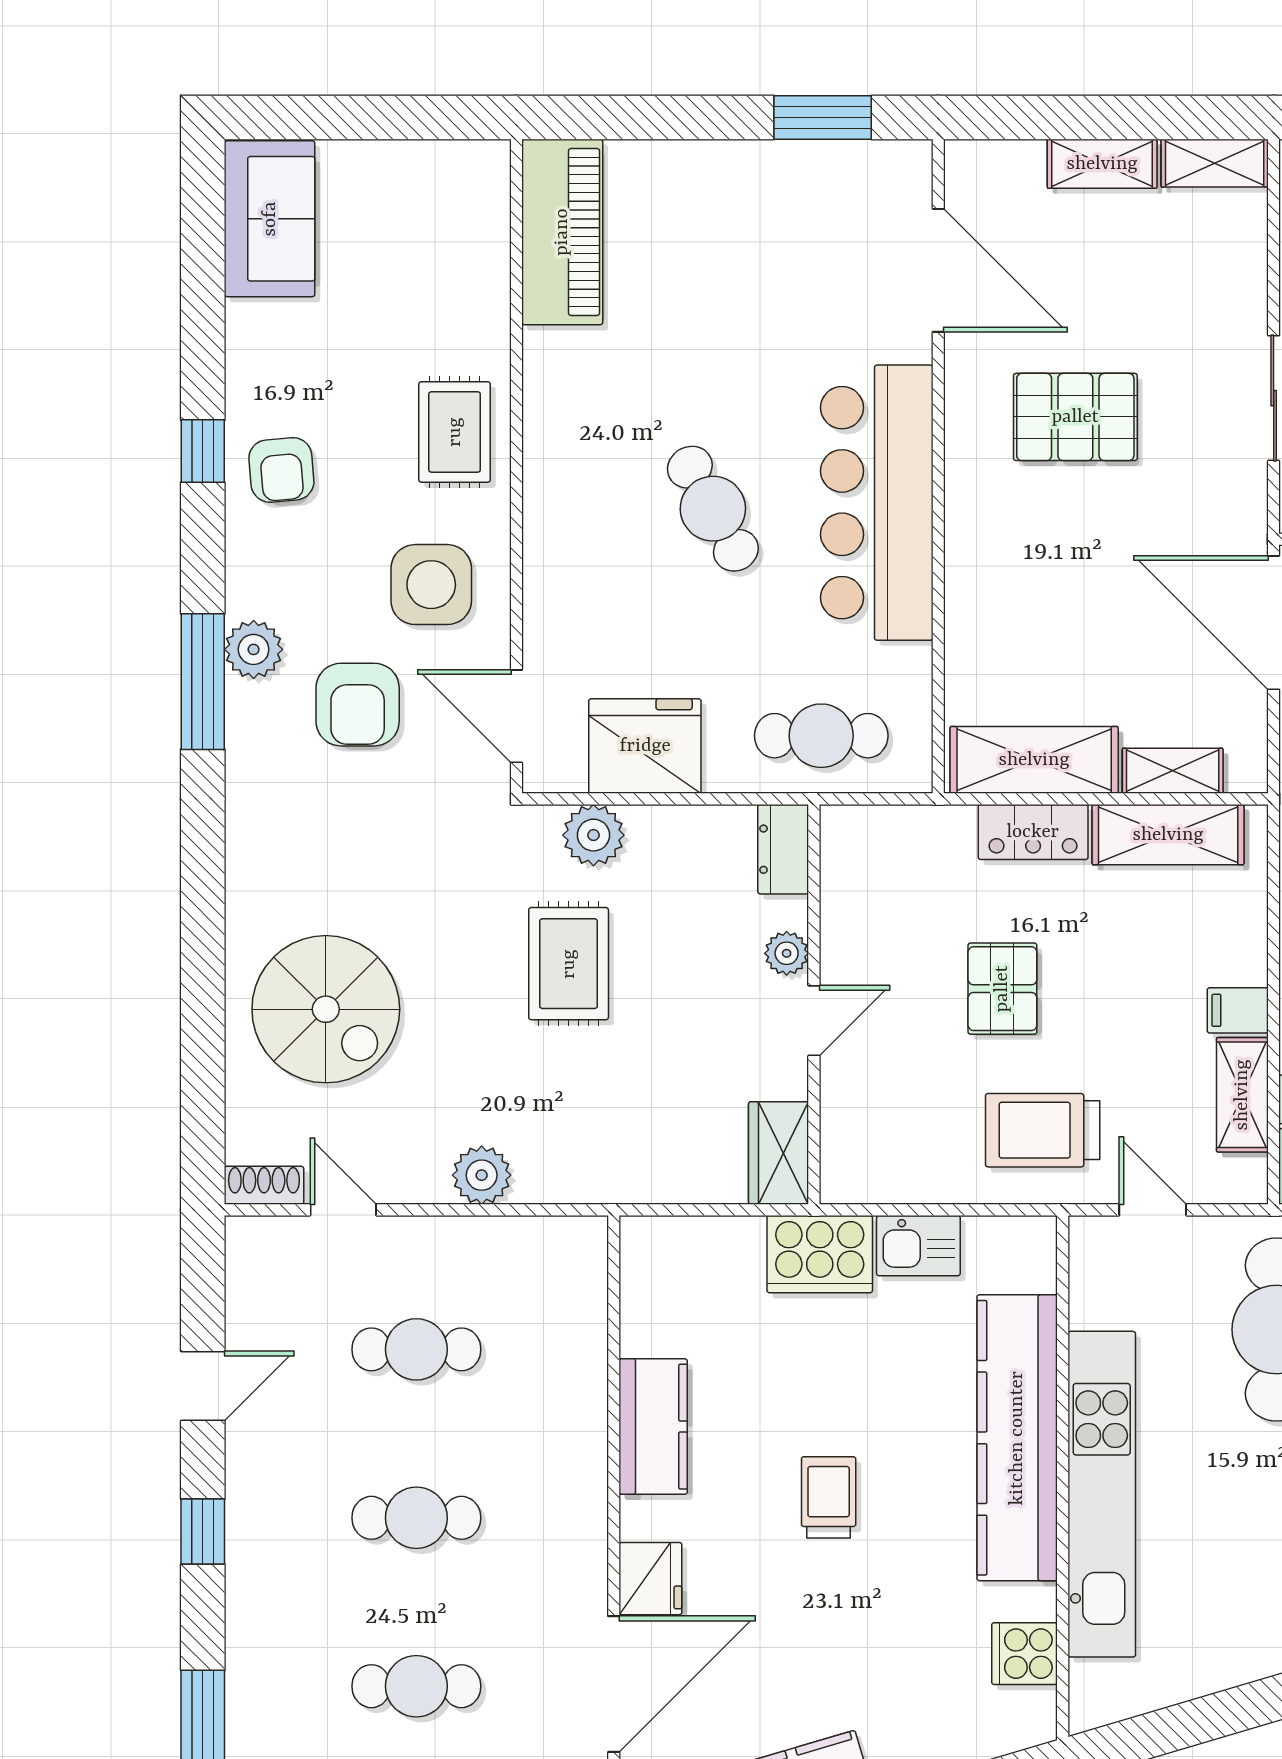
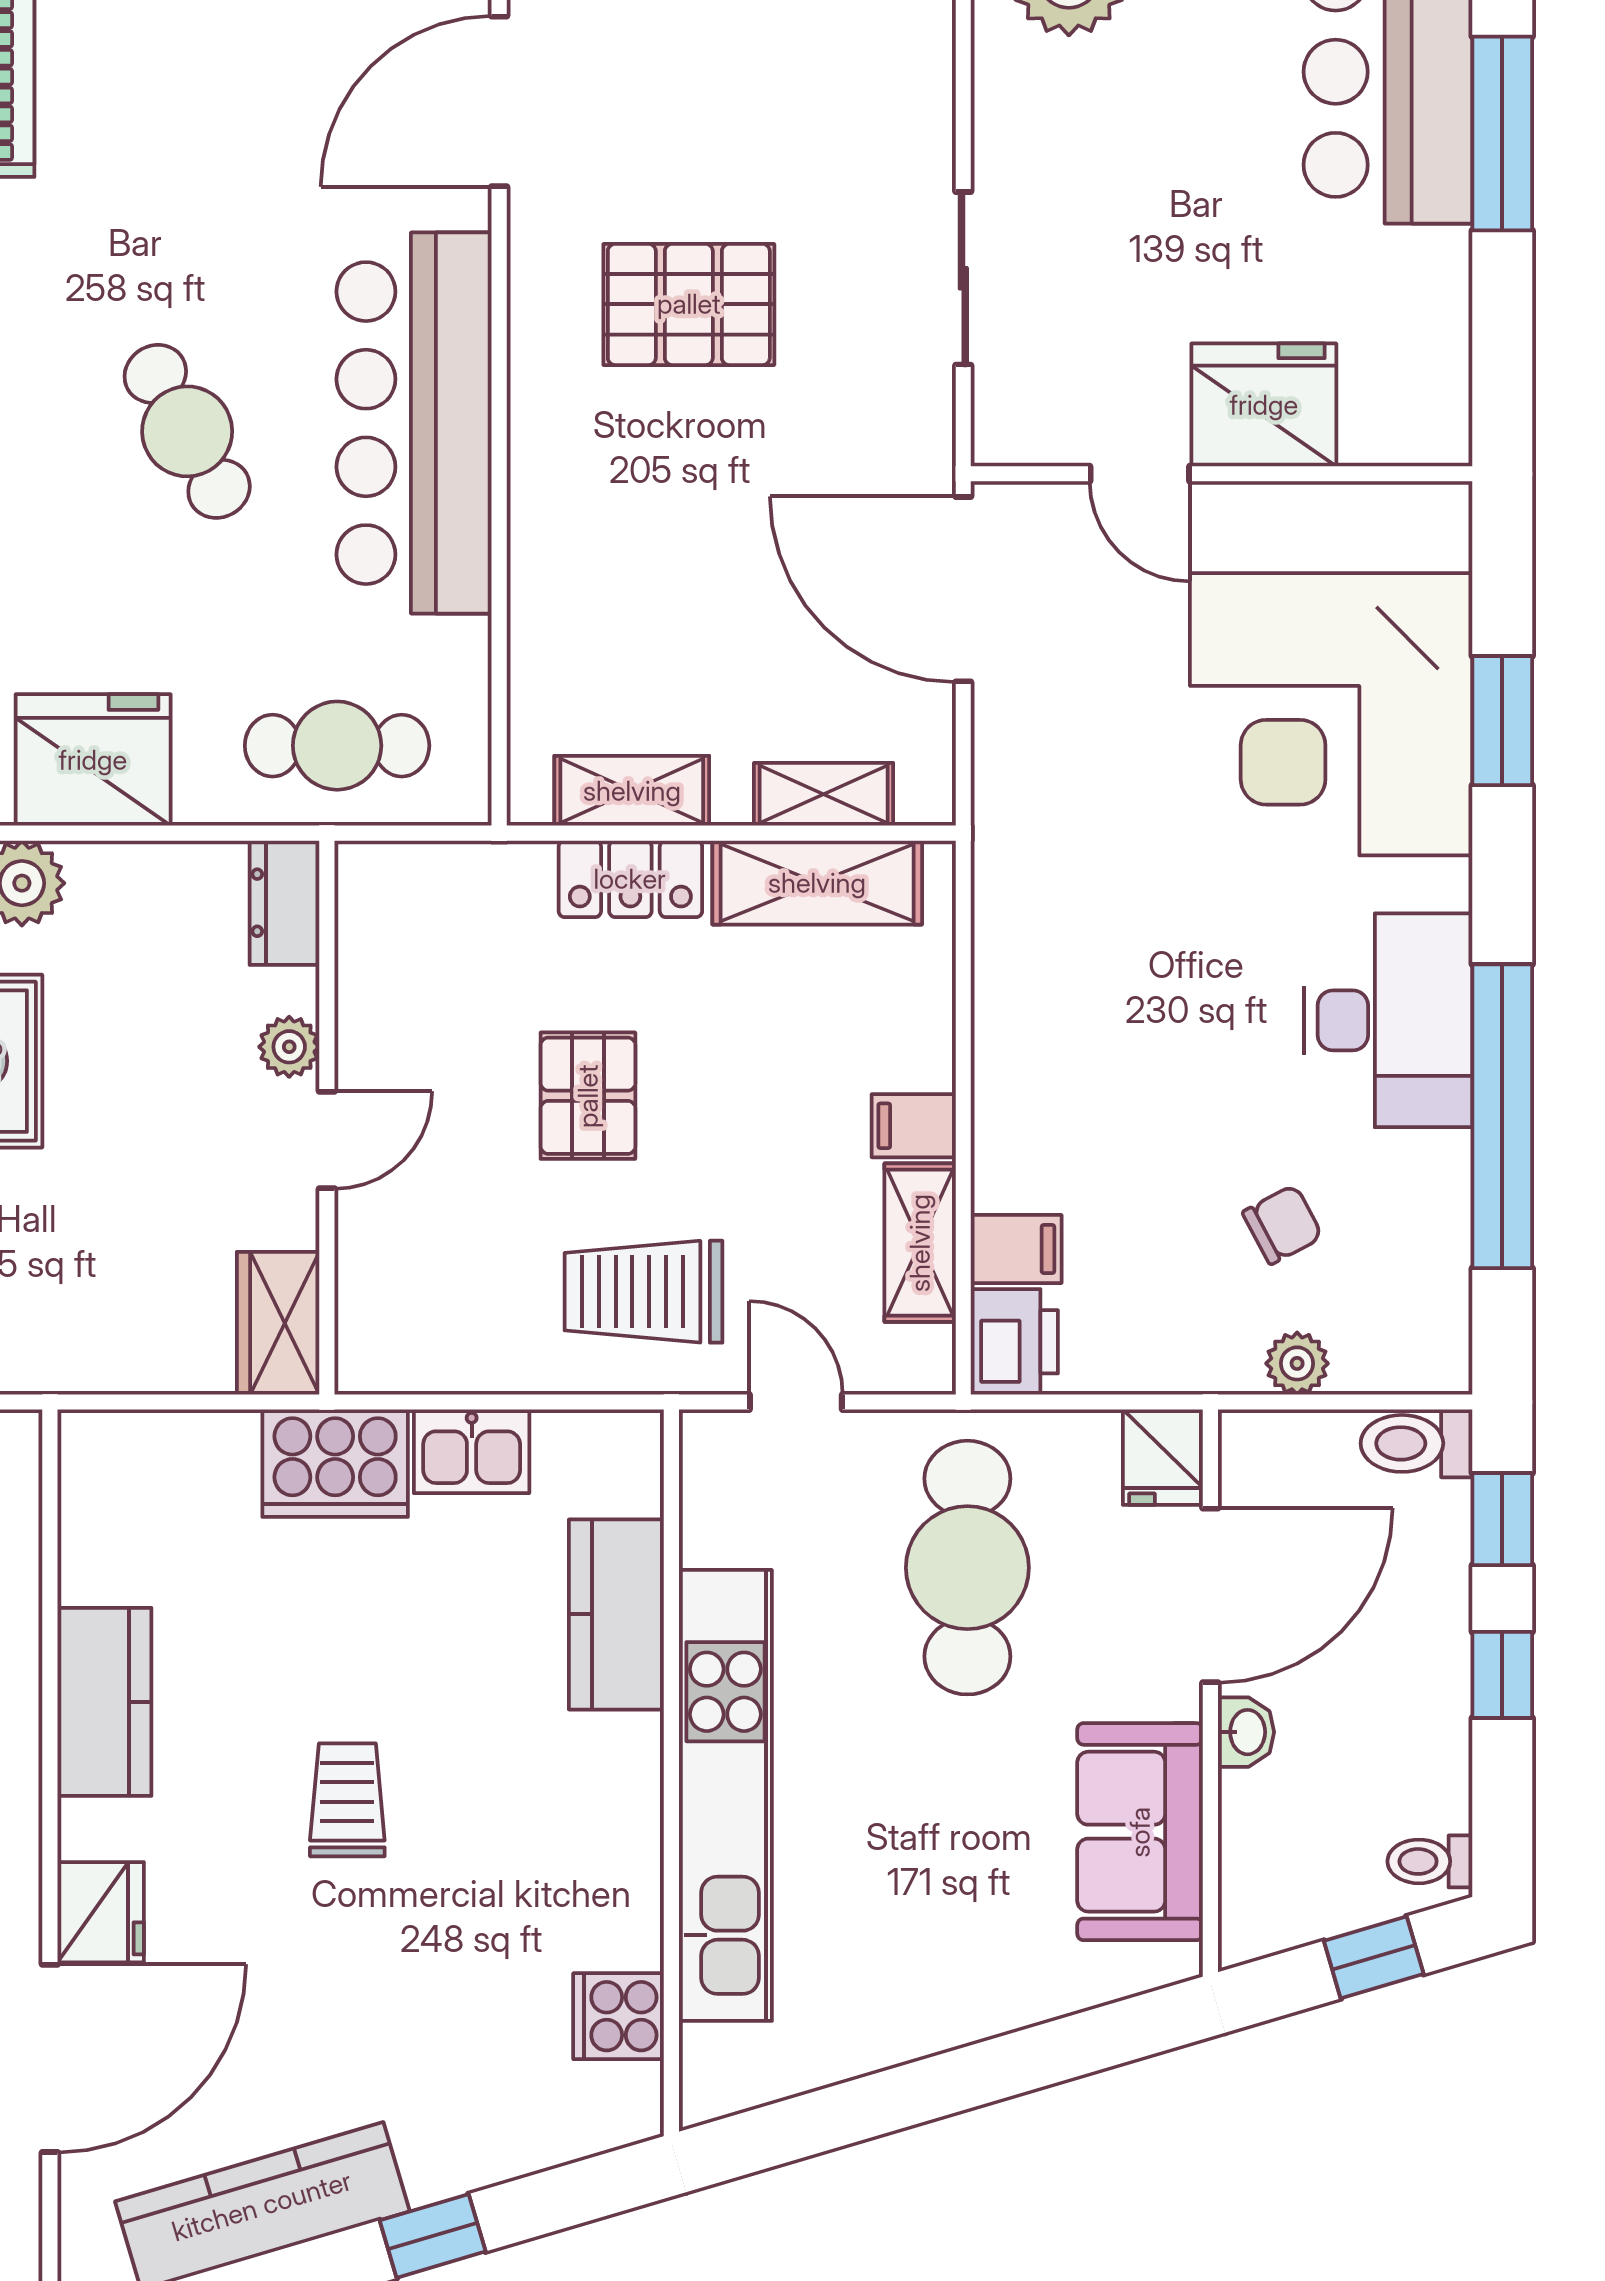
door: (938, 270) -> (499, 101), swing flipped
shelving: (1034, 760) -> (632, 791), width x0.67, depth x0.75
kitchen counter: (1017, 1438) -> (616, 1614), width x0.48, depth x0.86

